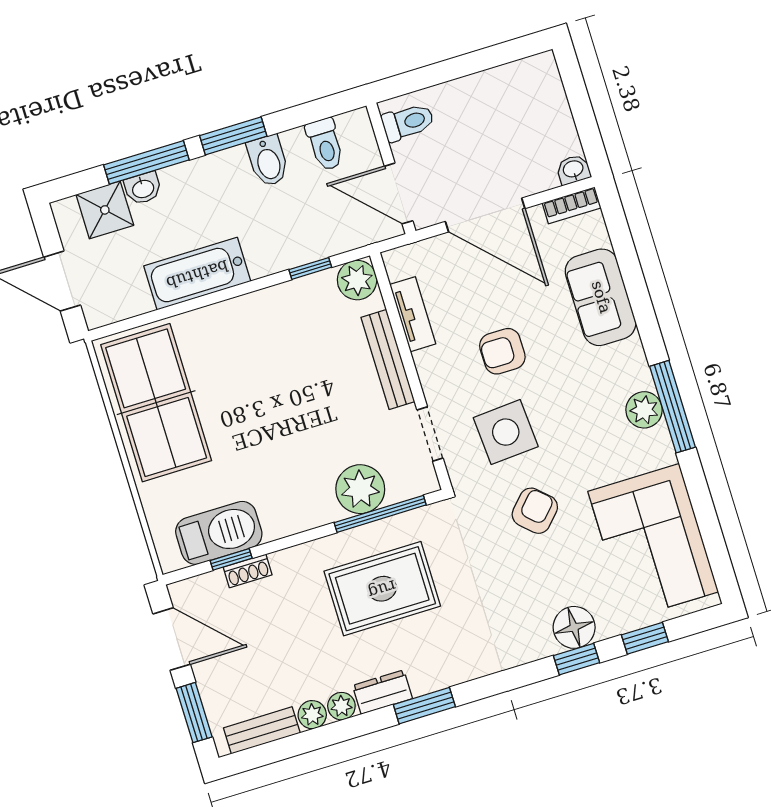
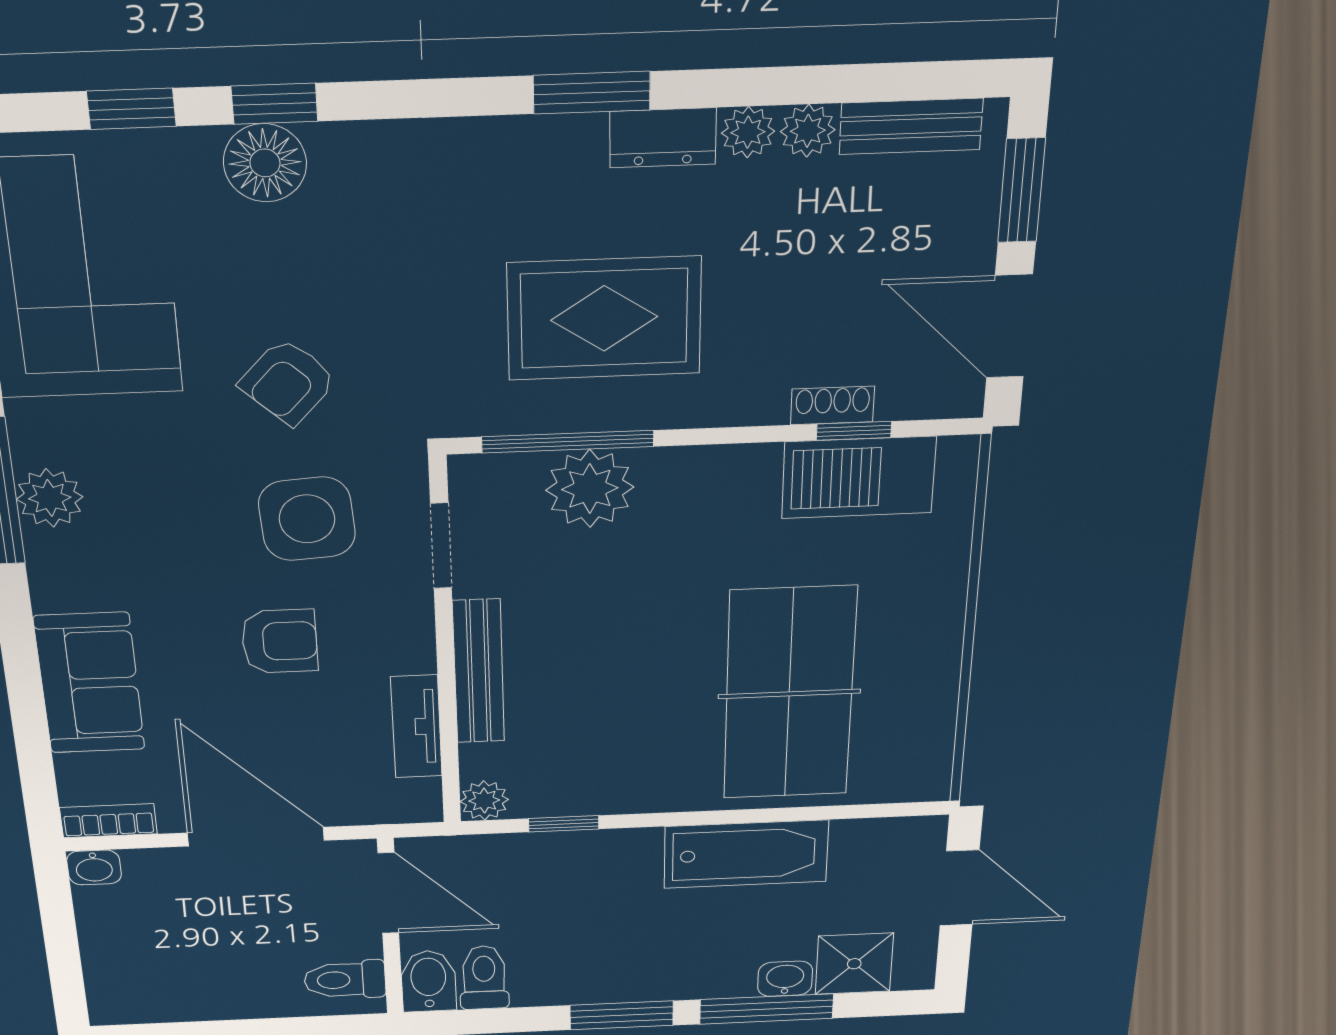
bidet: (268, 161) -> (429, 981), moved
plant: (357, 280) -> (484, 801), width x0.73, depth x0.73
table tennis table: (156, 403) -> (789, 694), moved

